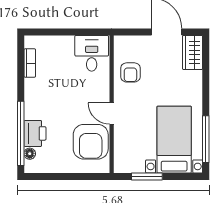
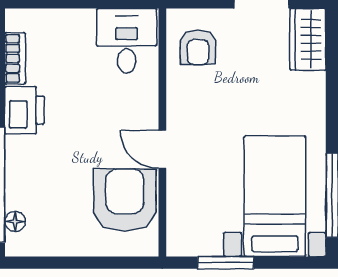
armchair: (130, 72) -> (198, 47), moved
printer: (35, 133) -> (24, 110), moved
armchair: (91, 142) -> (125, 200), turned 180

